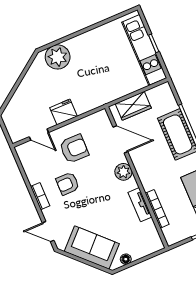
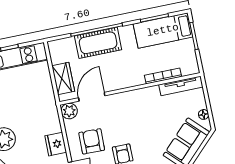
plant: (123, 172) -> (69, 111), moved
tv unit: (140, 205) -> (181, 86), moved, width x1.41

